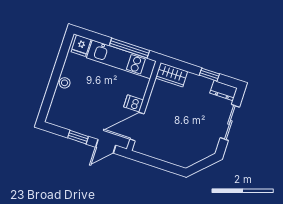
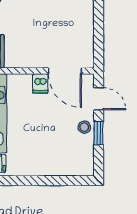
stool: (65, 83) -> (84, 127), moved

